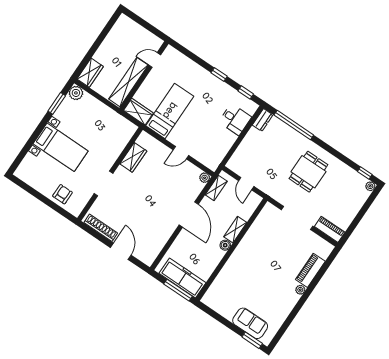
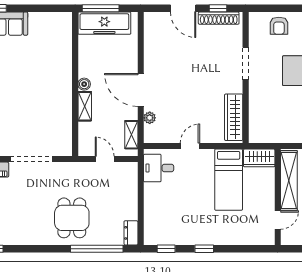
desk: (235, 119) -> (159, 168), moved
wardrobe: (133, 157) -> (234, 117), width x1.50
dining table: (308, 172) -> (72, 218), moved
plant: (205, 178) -> (150, 118), moved
window: (97, 235) -> (218, 8), added

